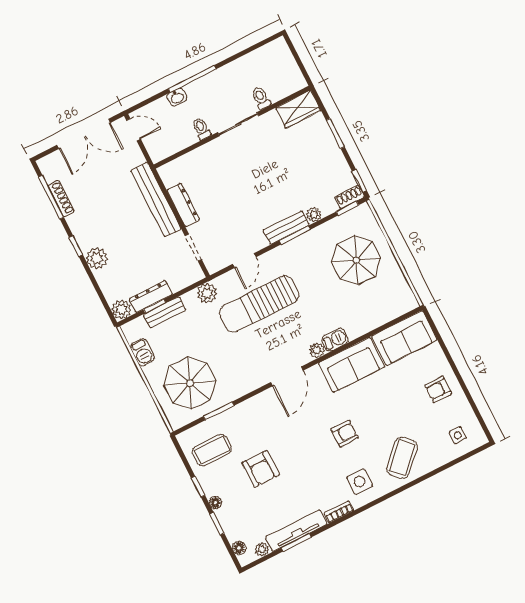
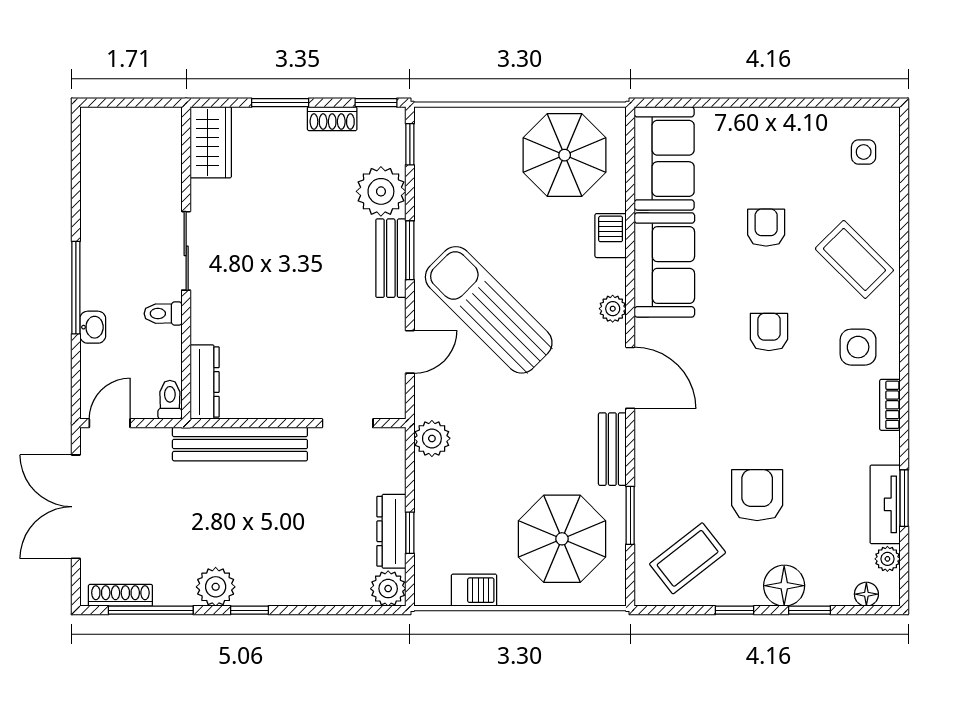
toilet: (261, 98) -> (170, 400), moved, turned 90
double door: (84, 134) -> (76, 507), swing flipped
shoe rack: (350, 197) -> (332, 119), moved, turned -90
shoe rack: (61, 199) -> (120, 595), moved
dresser: (183, 205) -> (205, 382), moved, turned 90
plant: (314, 215) -> (381, 191), width x1.88, depth x1.88
plant: (97, 258) -> (216, 587), moved
parasol: (356, 260) -> (565, 155), moved
door: (244, 261) -> (410, 352), hinge flipped
sun lounger: (259, 304) -> (489, 310), moved, turned 135
bench: (165, 312) -> (612, 449), moved
barbecue: (335, 340) -> (611, 236), moved
armchair: (438, 389) -> (766, 228), moved, turned 180
coffee table: (212, 450) -> (688, 558), turned 52
armchair: (261, 469) -> (757, 495), turned -90
floor lamp: (215, 503) -> (784, 586), width x1.89, depth x1.89
tv unit: (296, 531) -> (885, 504), width x0.71

